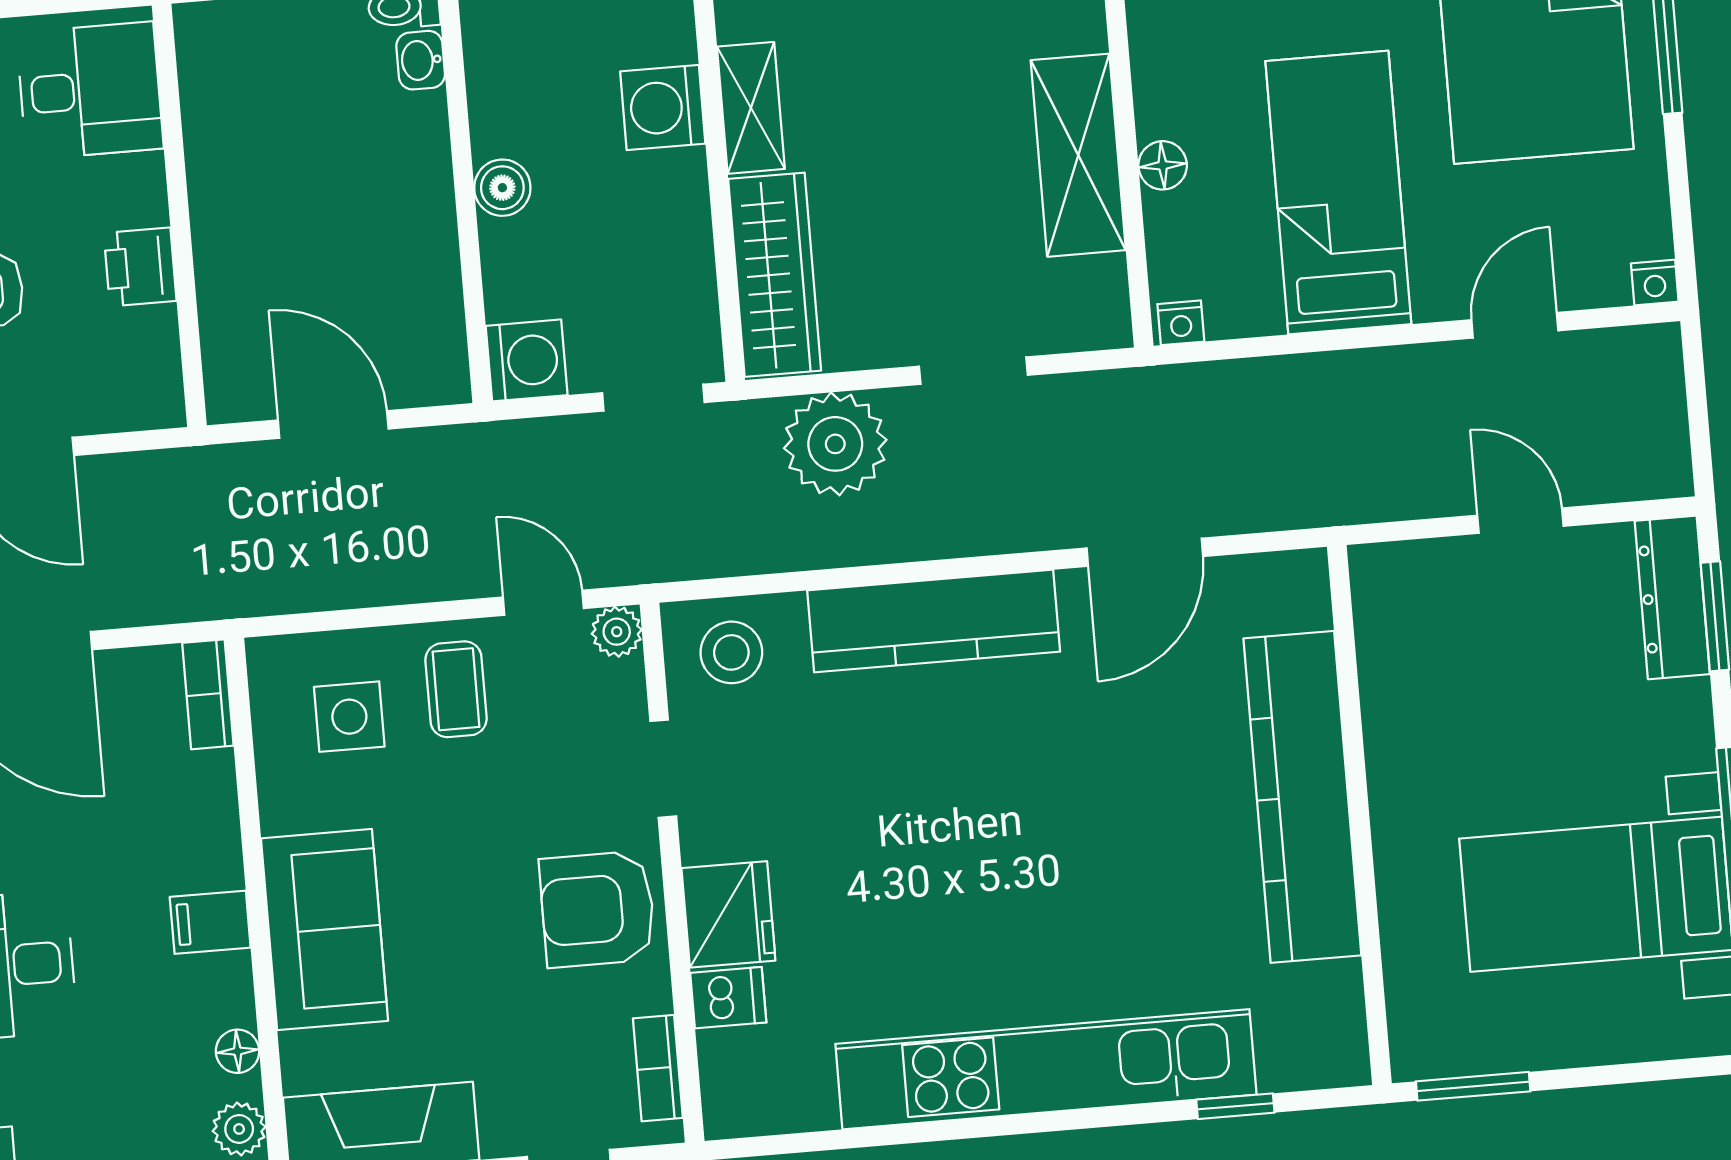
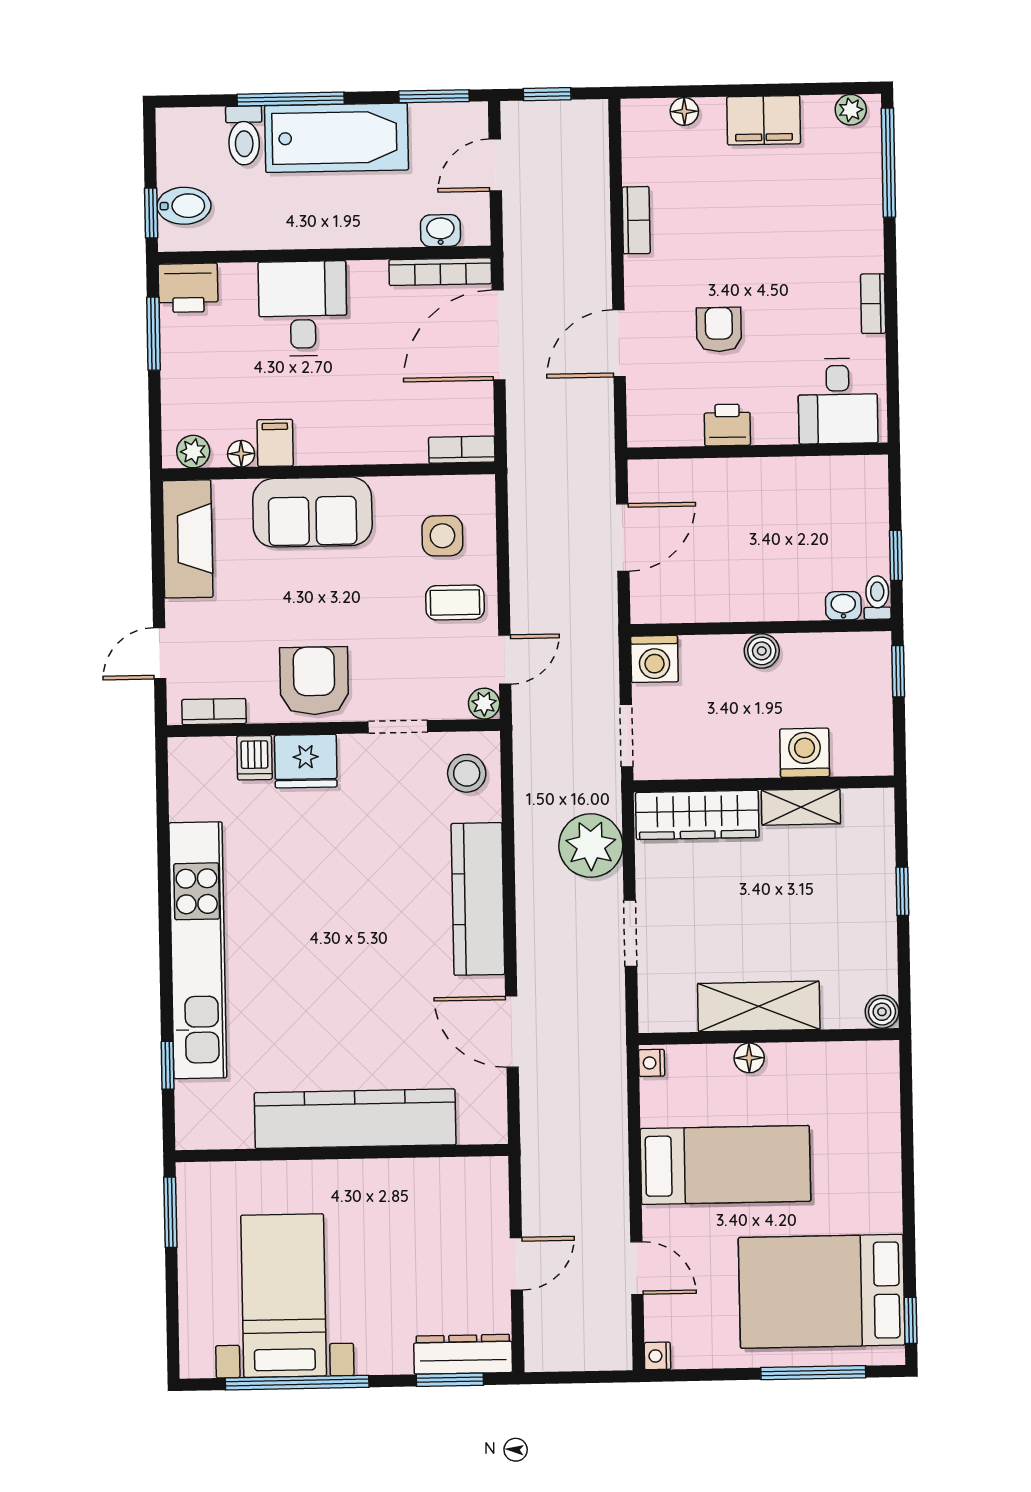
filing cabinet: (210, 922) -> (275, 443), moved

